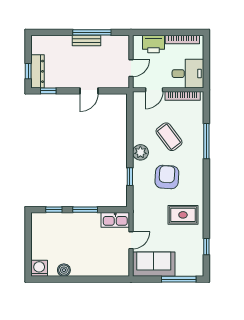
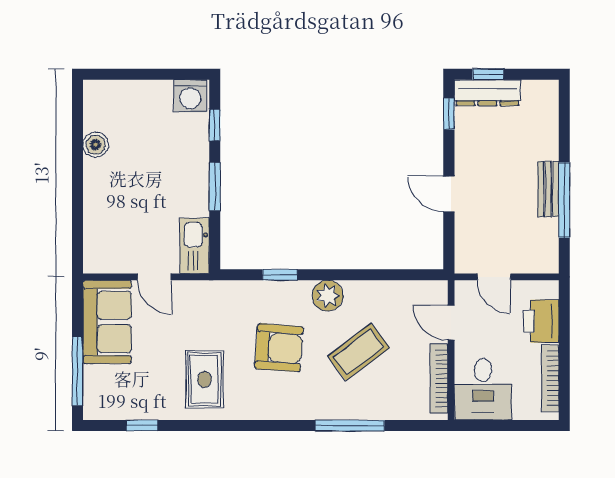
washing machine: (39, 268) -> (190, 96), moved, turned 90

